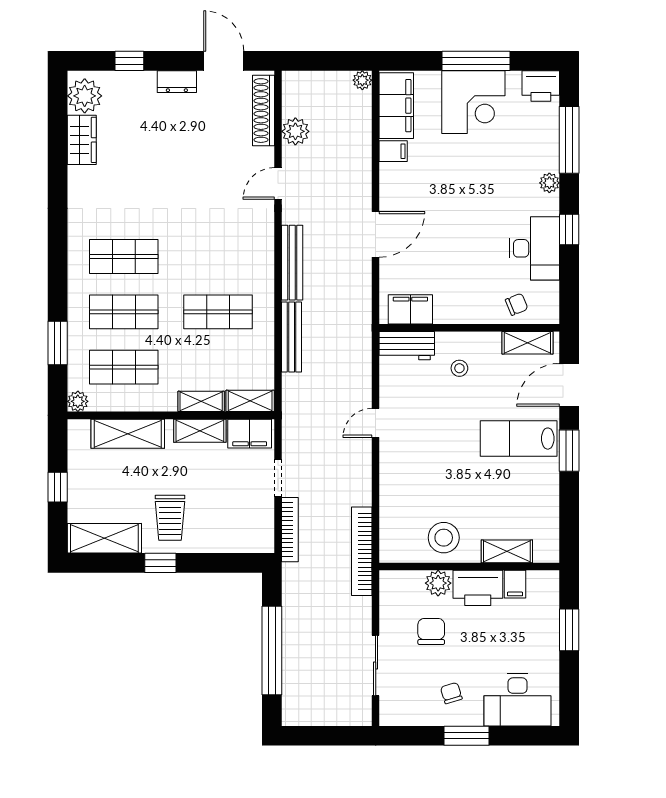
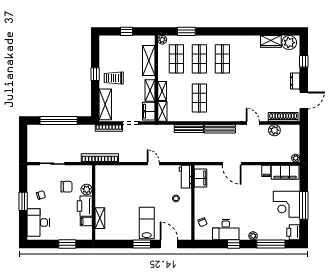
shelving: (527, 343) -> (187, 227), removed
shelving: (104, 538) -> (105, 104), moved
stool: (444, 538) -> (106, 192), removed

